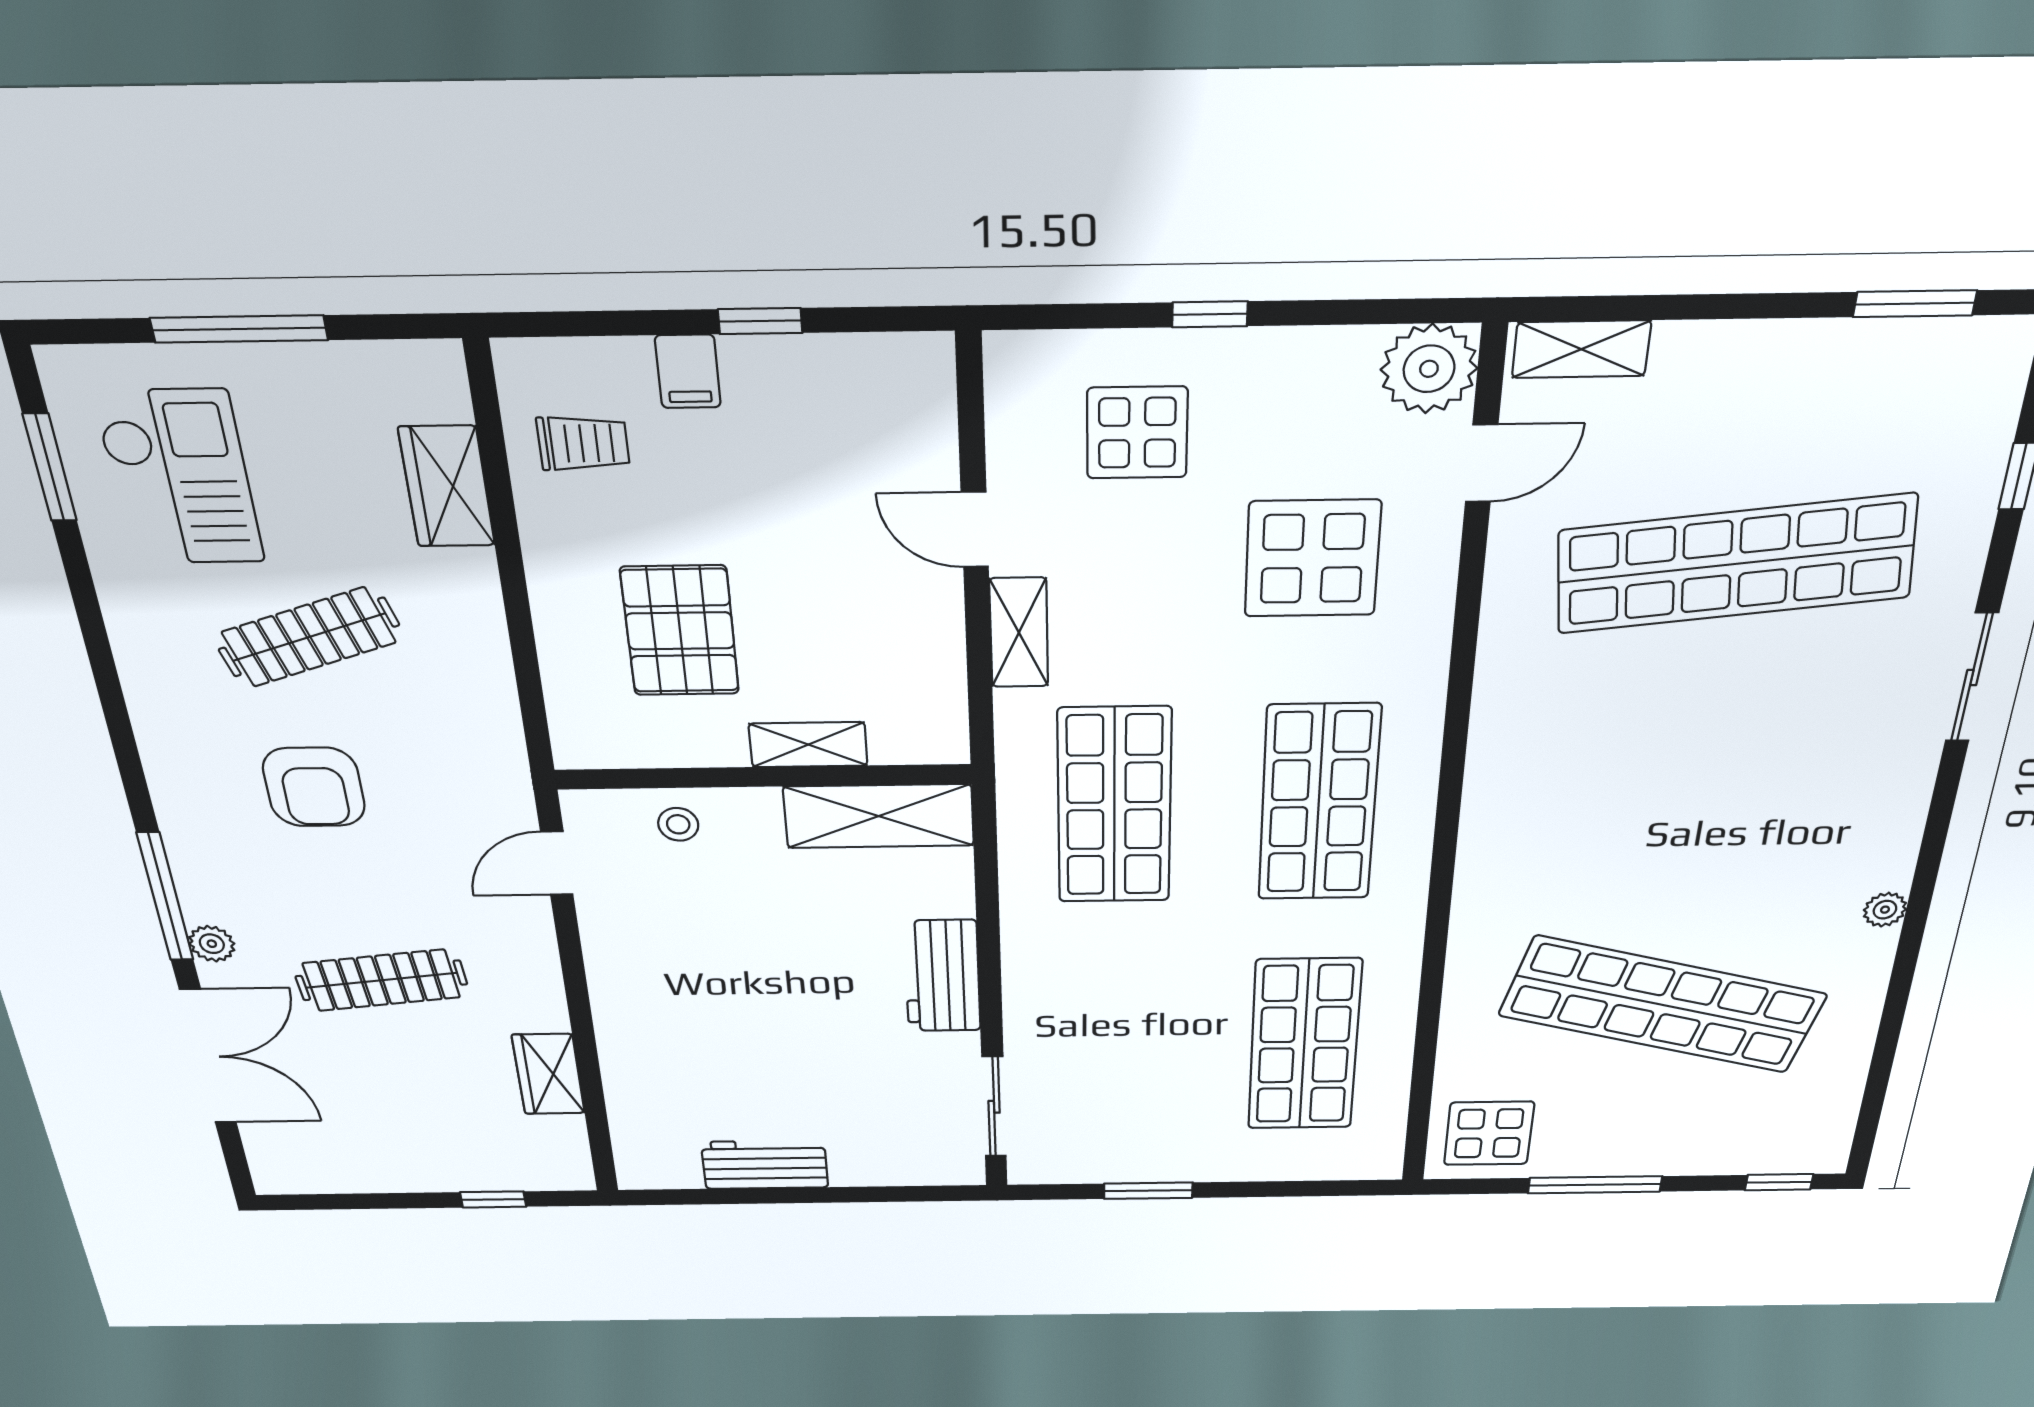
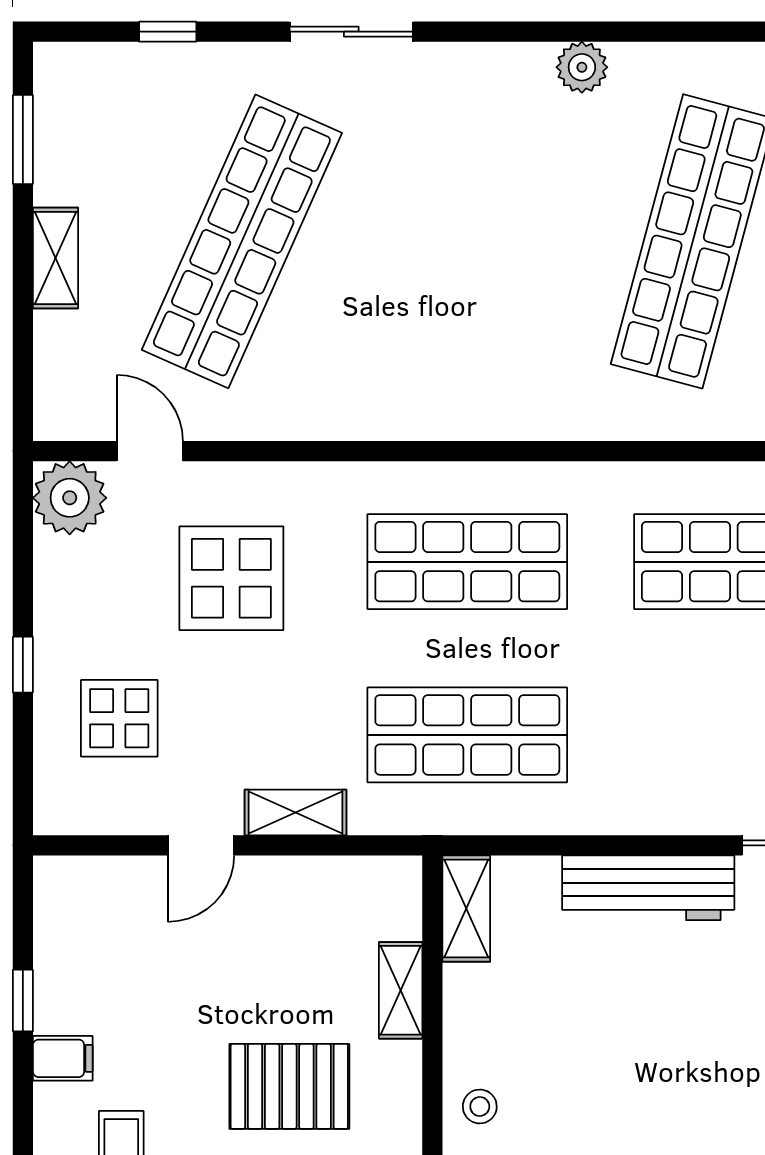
shelving: (1581, 349) -> (56, 258), moved
shop shelf: (1735, 564) -> (242, 241), turned 30
shelving: (879, 816) -> (466, 909), width x0.67, depth x0.75
plant: (1885, 910) -> (582, 67), width x1.38, depth x1.38
workbench: (942, 976) -> (648, 888), width x1.38

